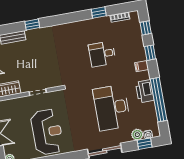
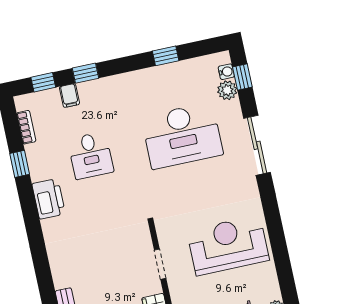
window: (32, 25) -> (44, 277), removed
filing cabinet: (142, 66) -> (69, 95), moved
printer: (145, 91) -> (49, 199), moved, turned -90
window: (159, 100) -> (166, 56), width x0.32

